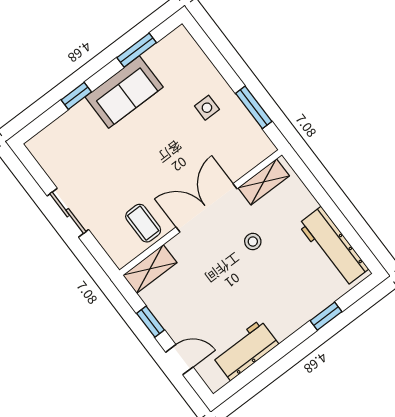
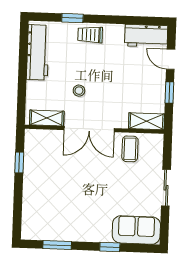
sofa: (124, 92) -> (136, 230), moved
window: (254, 107) -> (19, 162), width x0.67
side table: (207, 108) -> (45, 183), removed
trolley: (291, 314) -> (90, 35), added
workbench: (245, 350) -> (146, 36), moved

